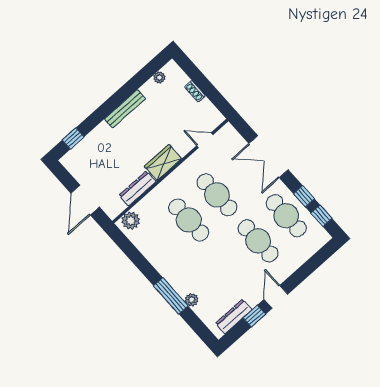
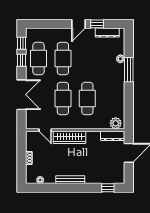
wardrobe: (163, 162) -> (70, 137), width x1.50
dresser: (137, 189) -> (113, 136), moved

